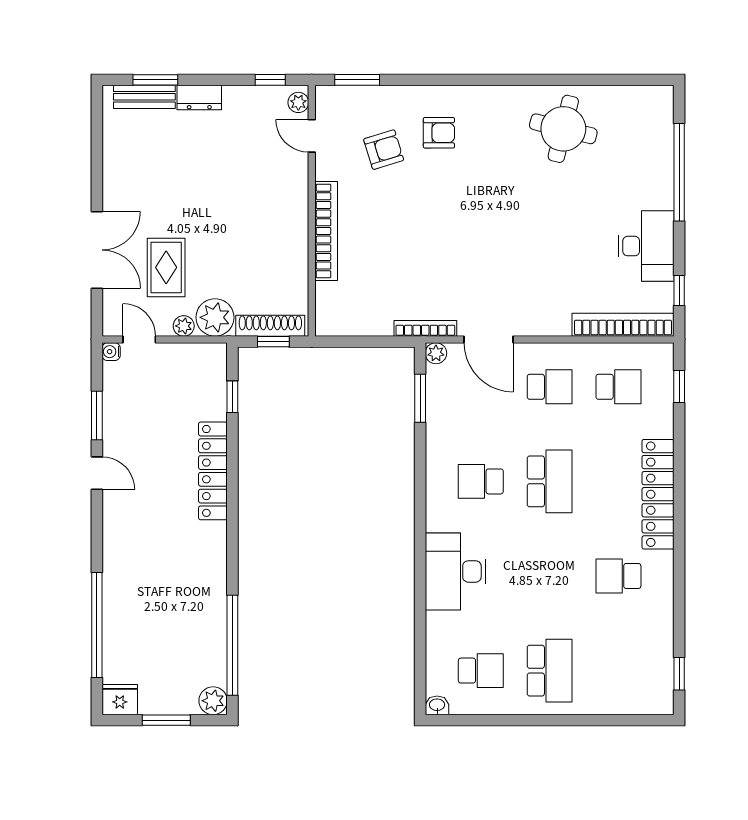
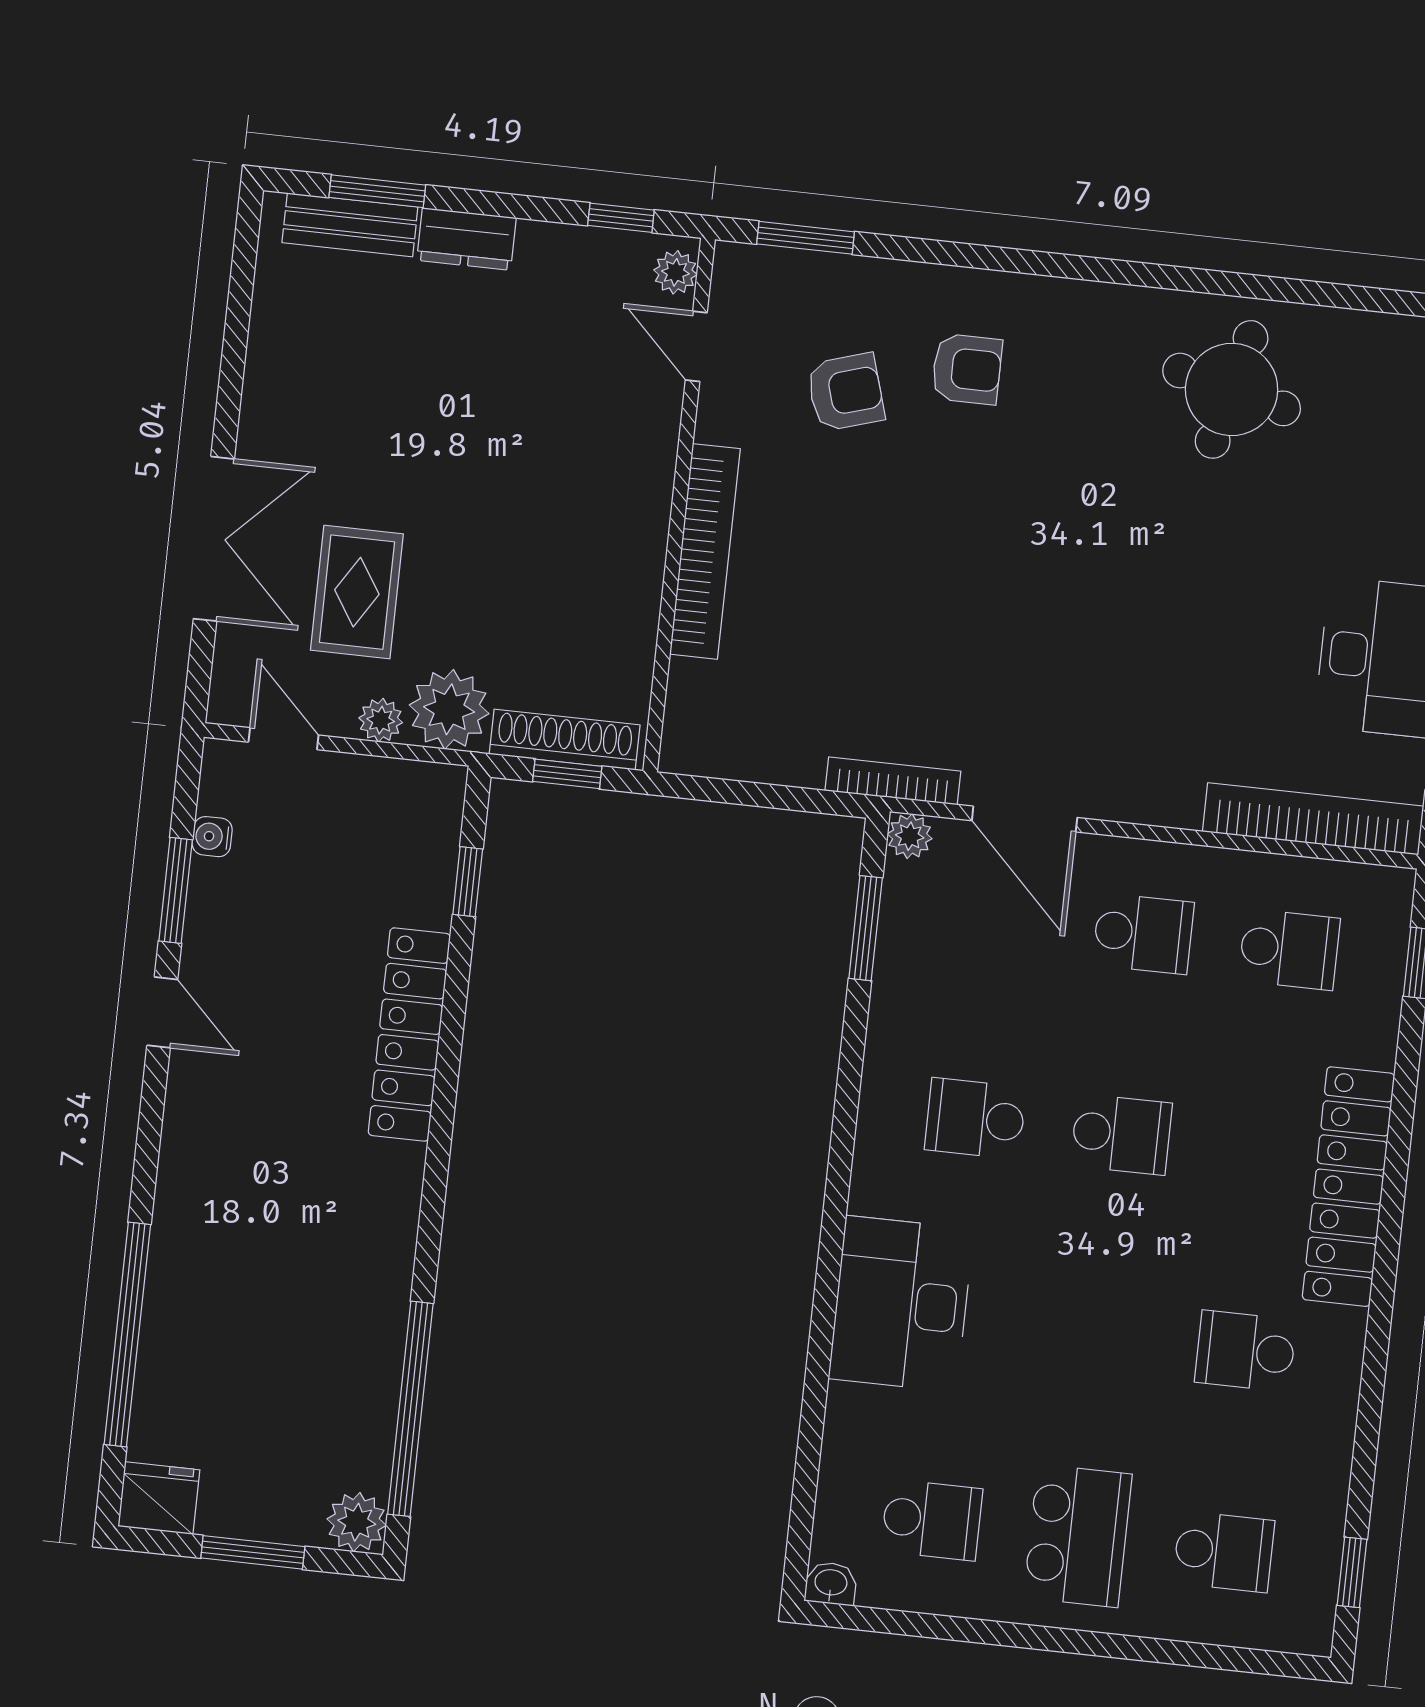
water cooler: (111, 352) -> (212, 837), moved
school desk: (550, 481) -> (1121, 1134), width x0.54
school desk: (618, 671) -> (1224, 1552), added

